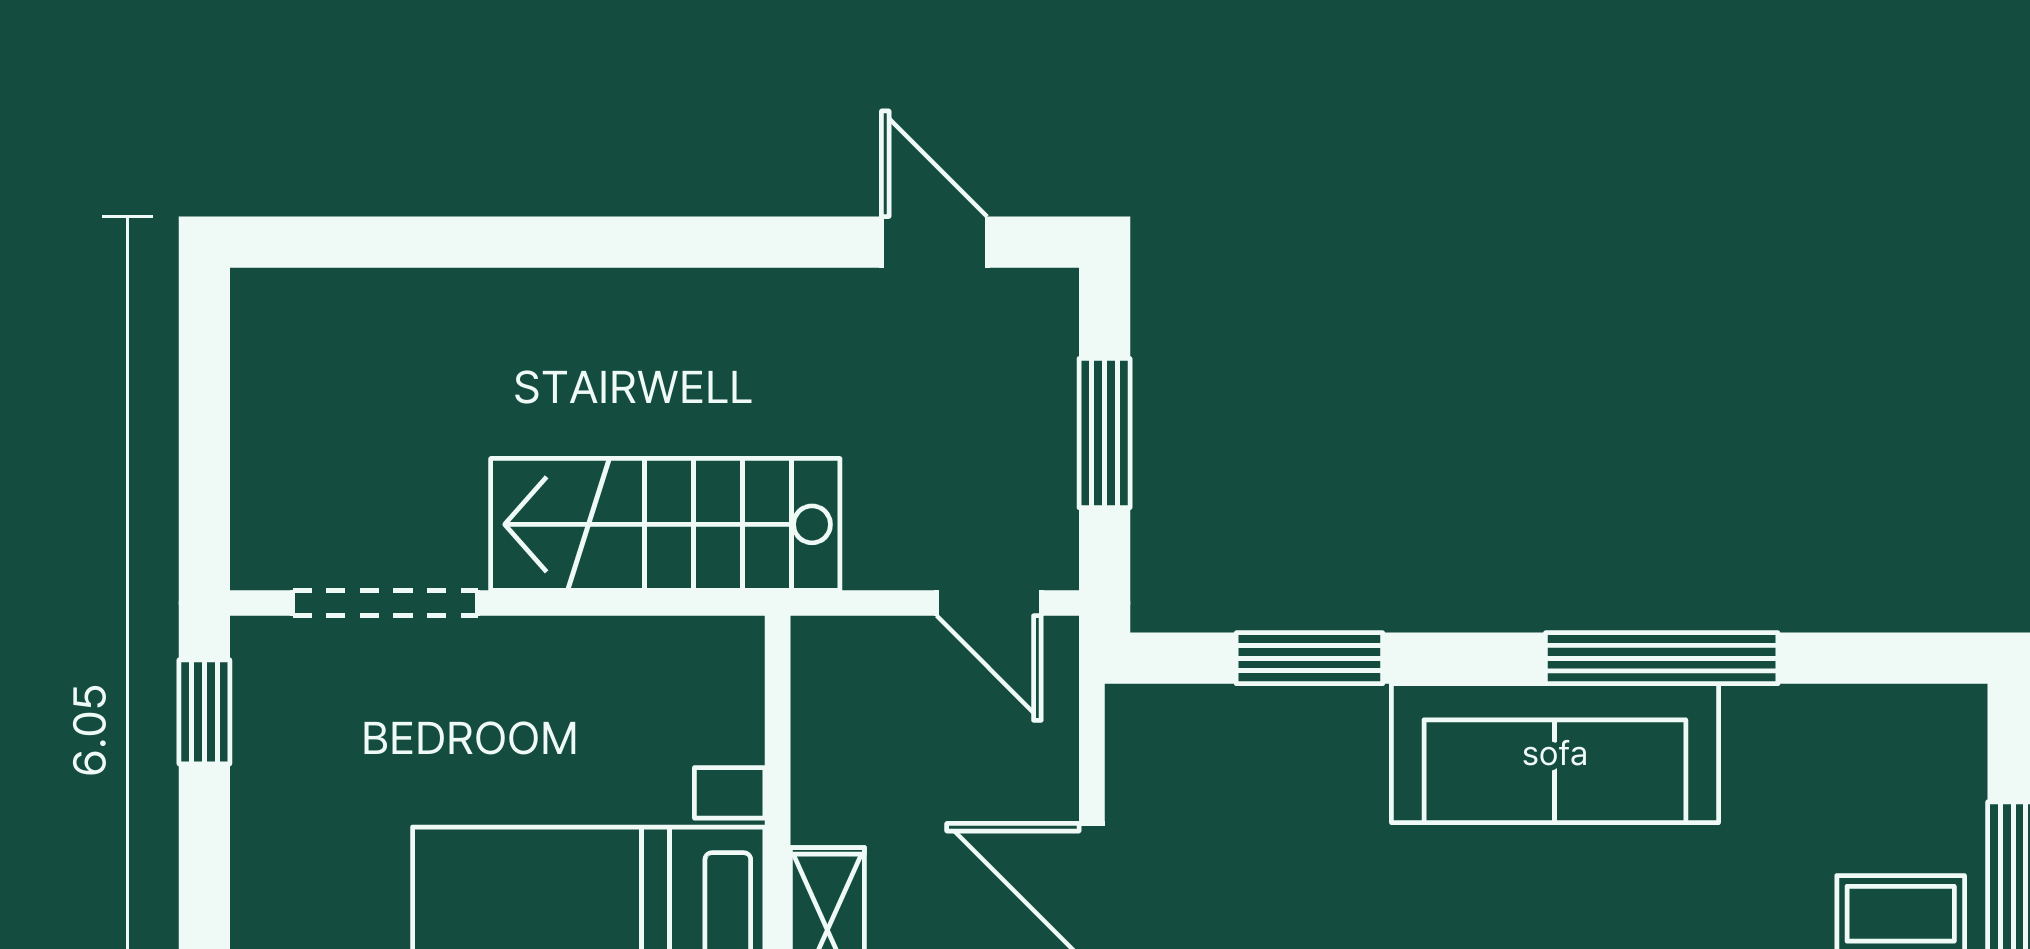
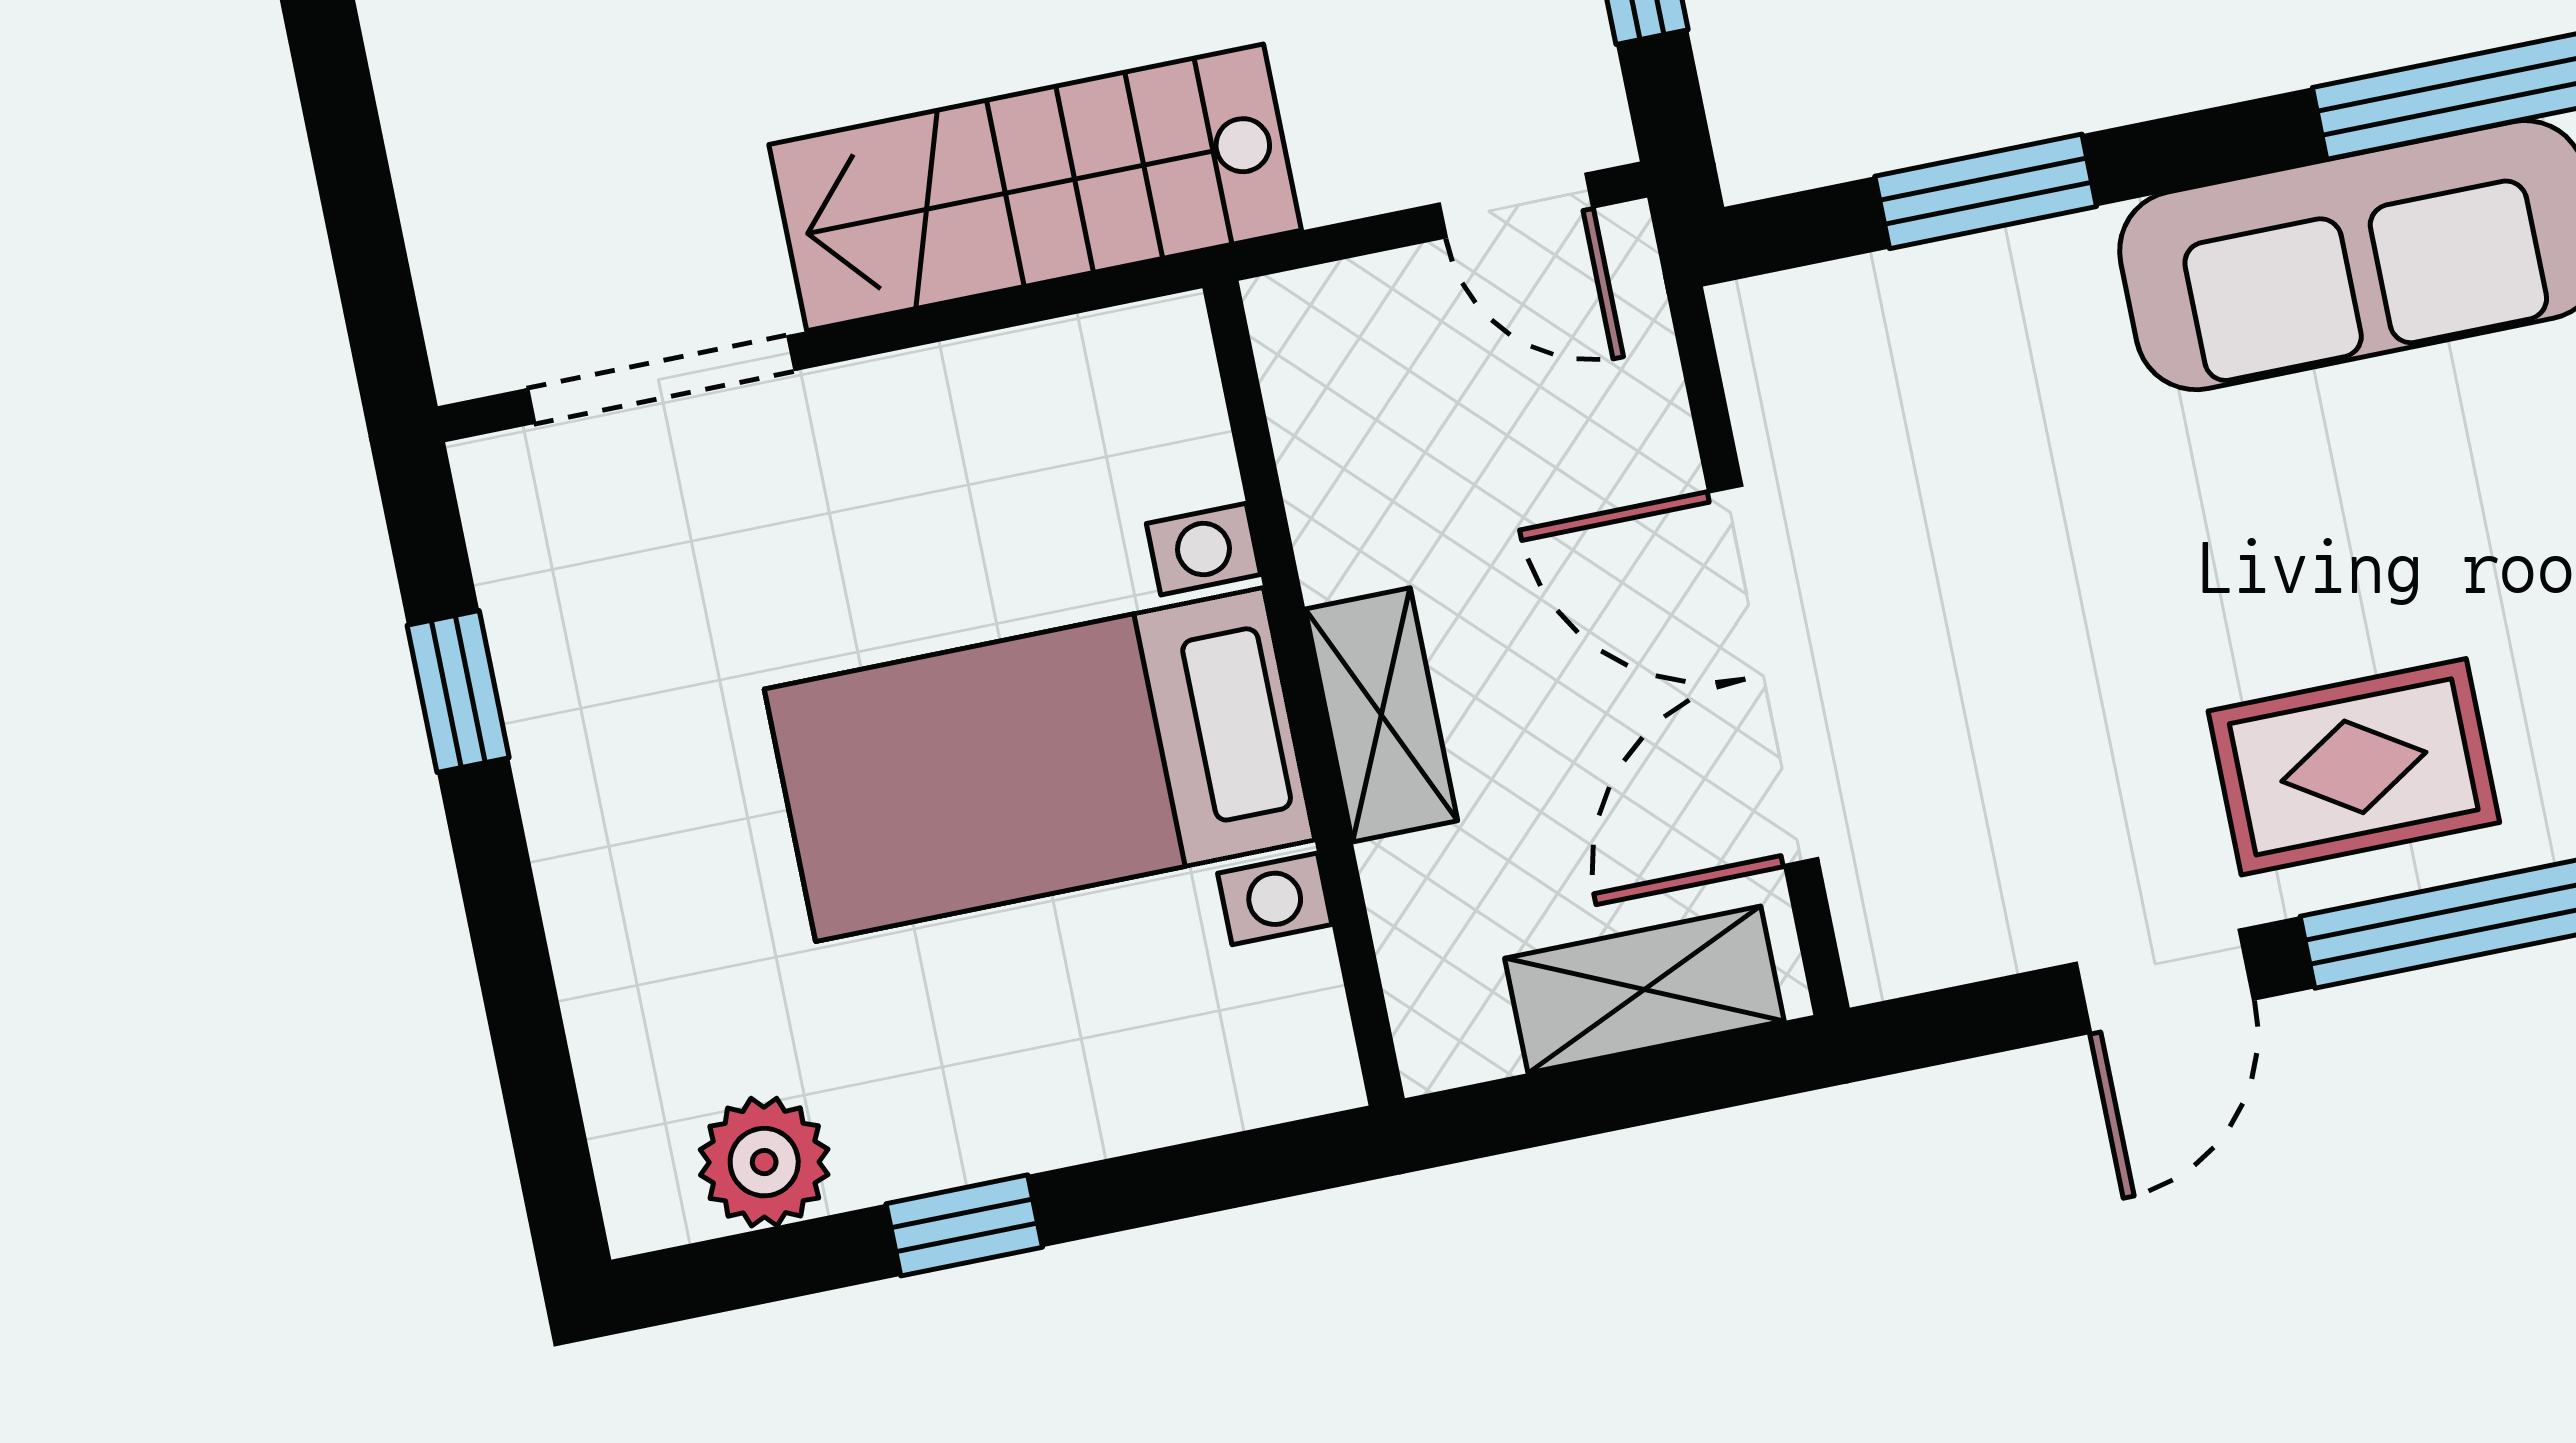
window: (204, 712) -> (458, 691), moved

